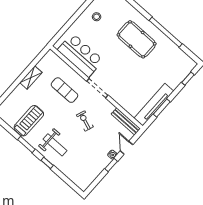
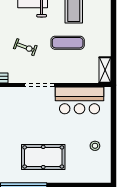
shelving: (31, 78) -> (105, 70), moved
exercise mat: (64, 90) -> (68, 43), moved

